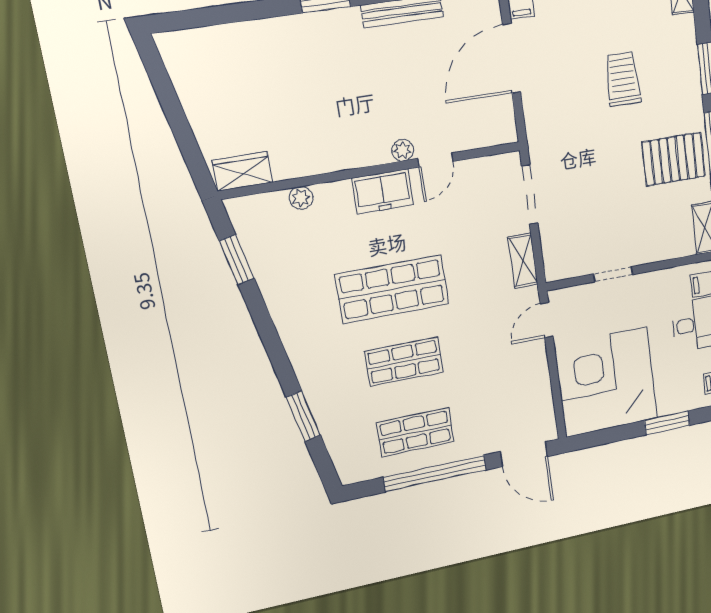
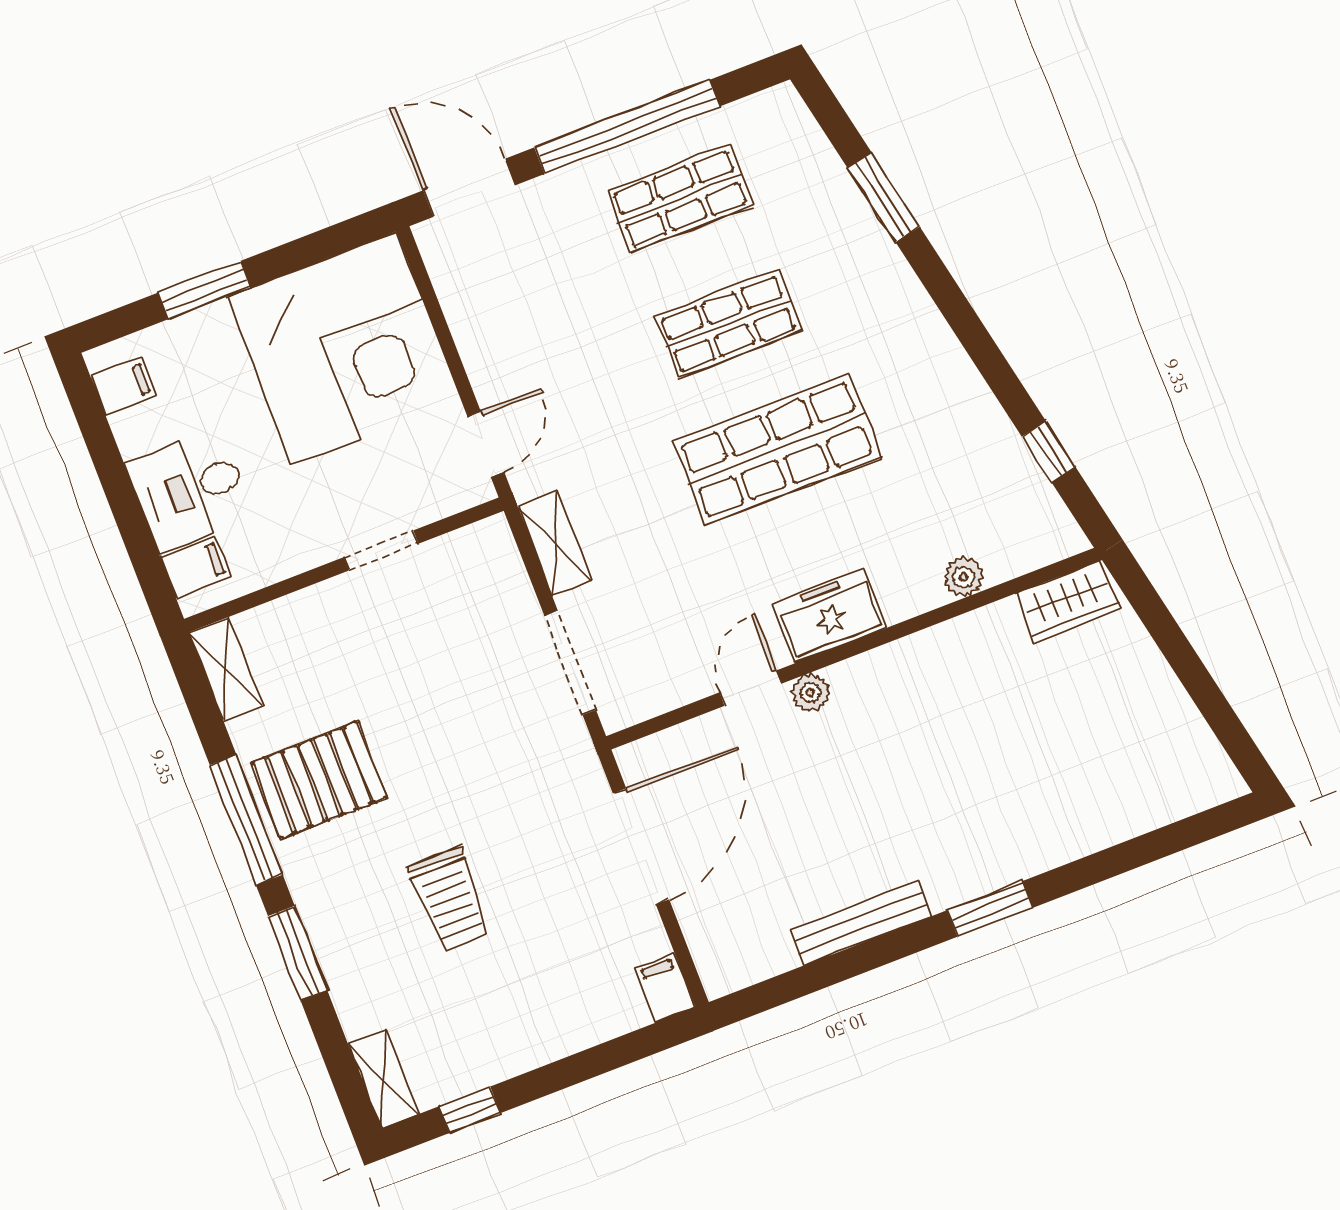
door: (512, 58) -> (641, 846), moved
window: (237, 260) -> (1049, 452), width x0.67

